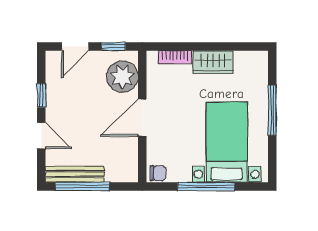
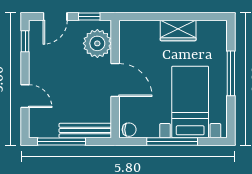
bookcase: (175, 57) -> (144, 26), removed
window: (41, 95) -> (25, 41), moved
door: (142, 118) -> (115, 80), swing flipped
bench: (75, 174) -> (85, 131), moved

